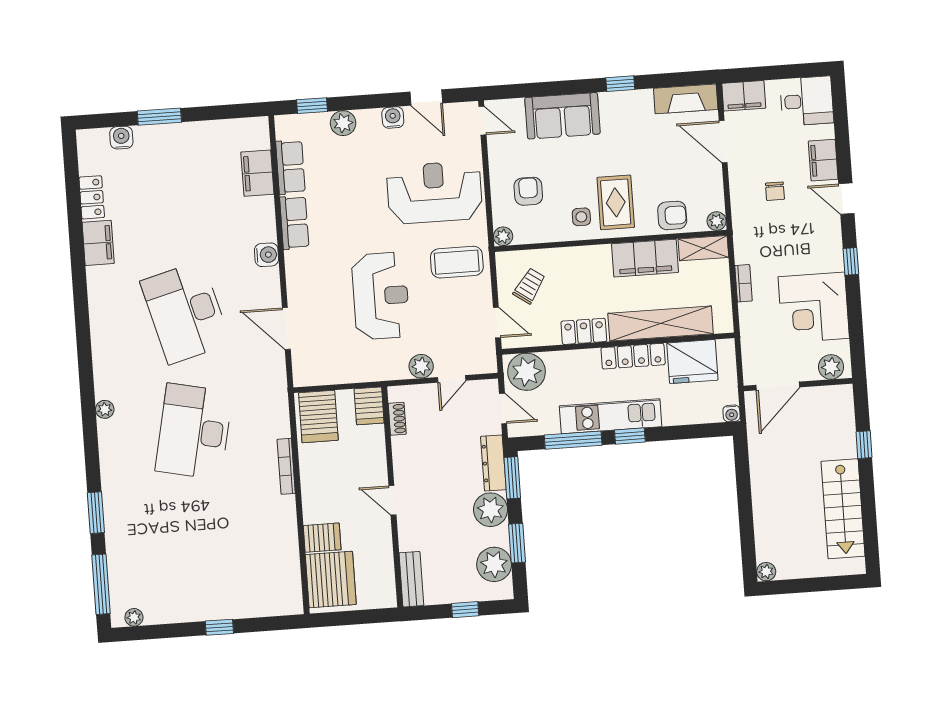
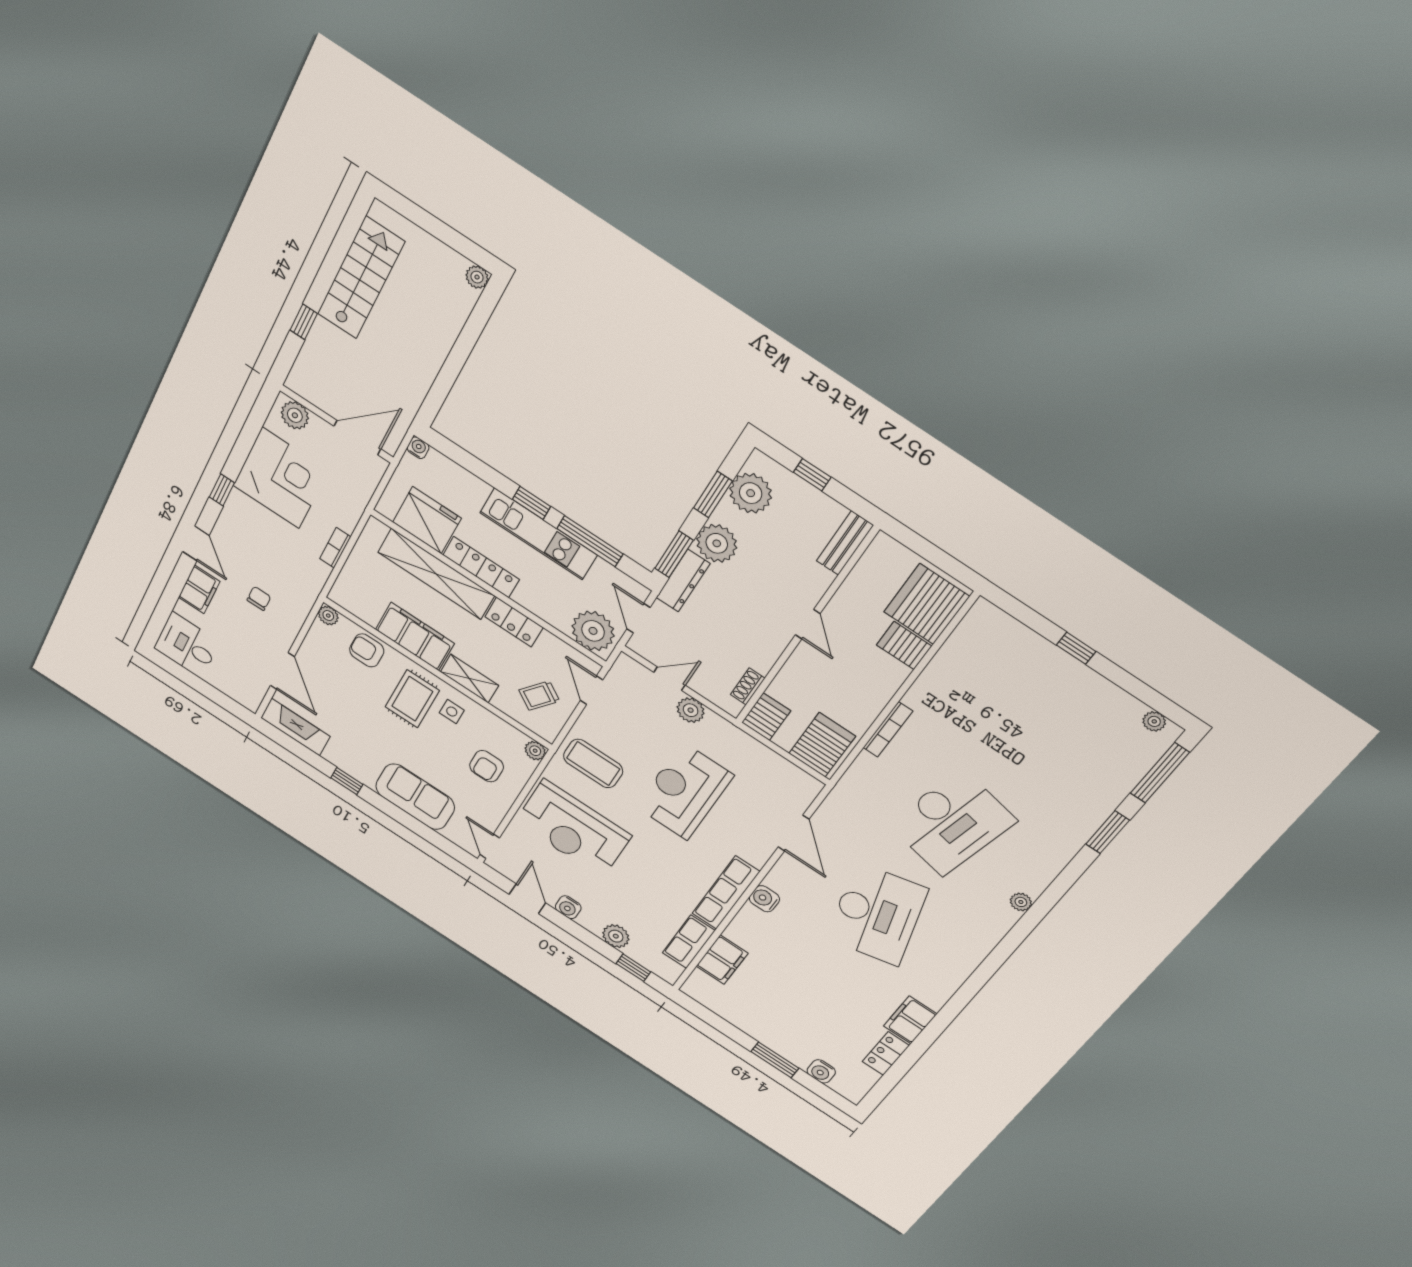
filing cabinet: (744, 96) -> (241, 691), removed
row of seats: (294, 223) -> (726, 893), width x1.48
shelving: (703, 248) -> (470, 679), moved

